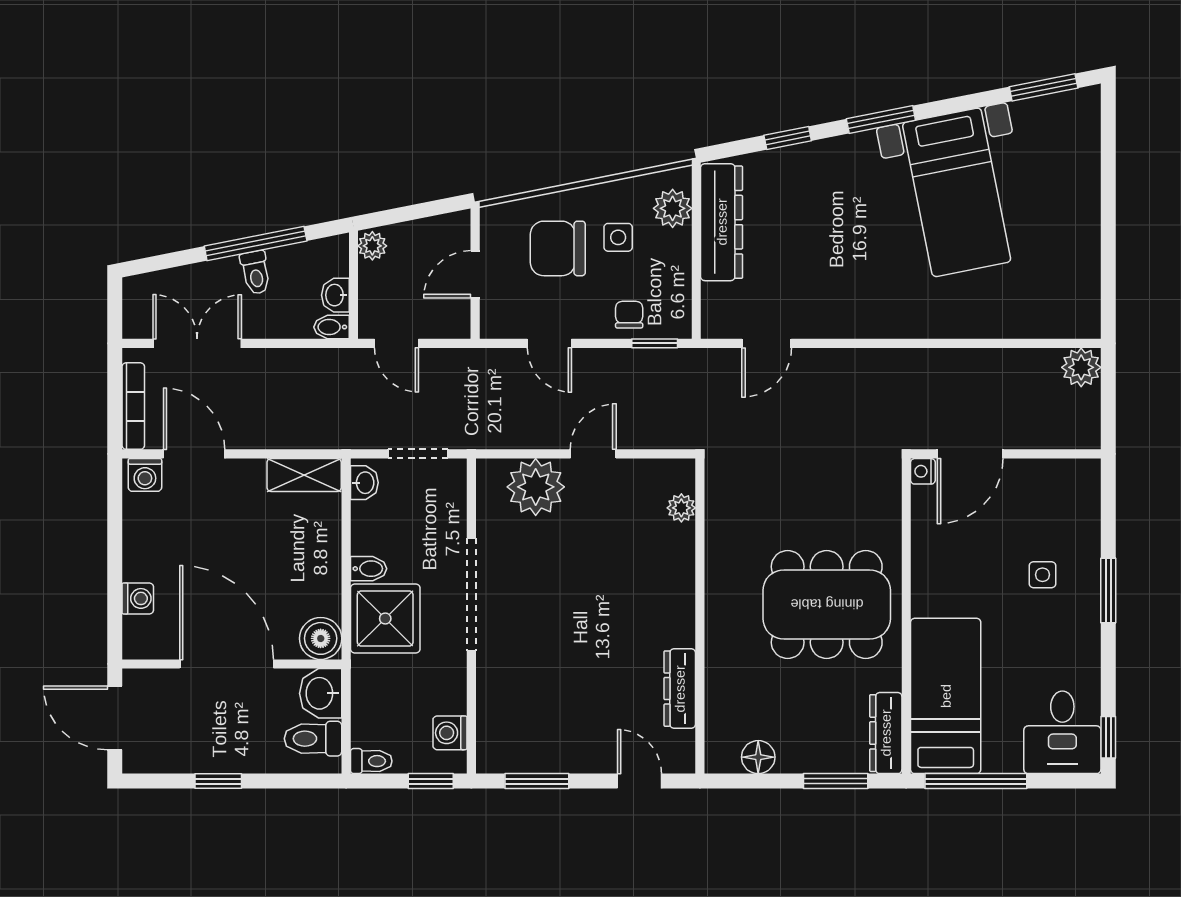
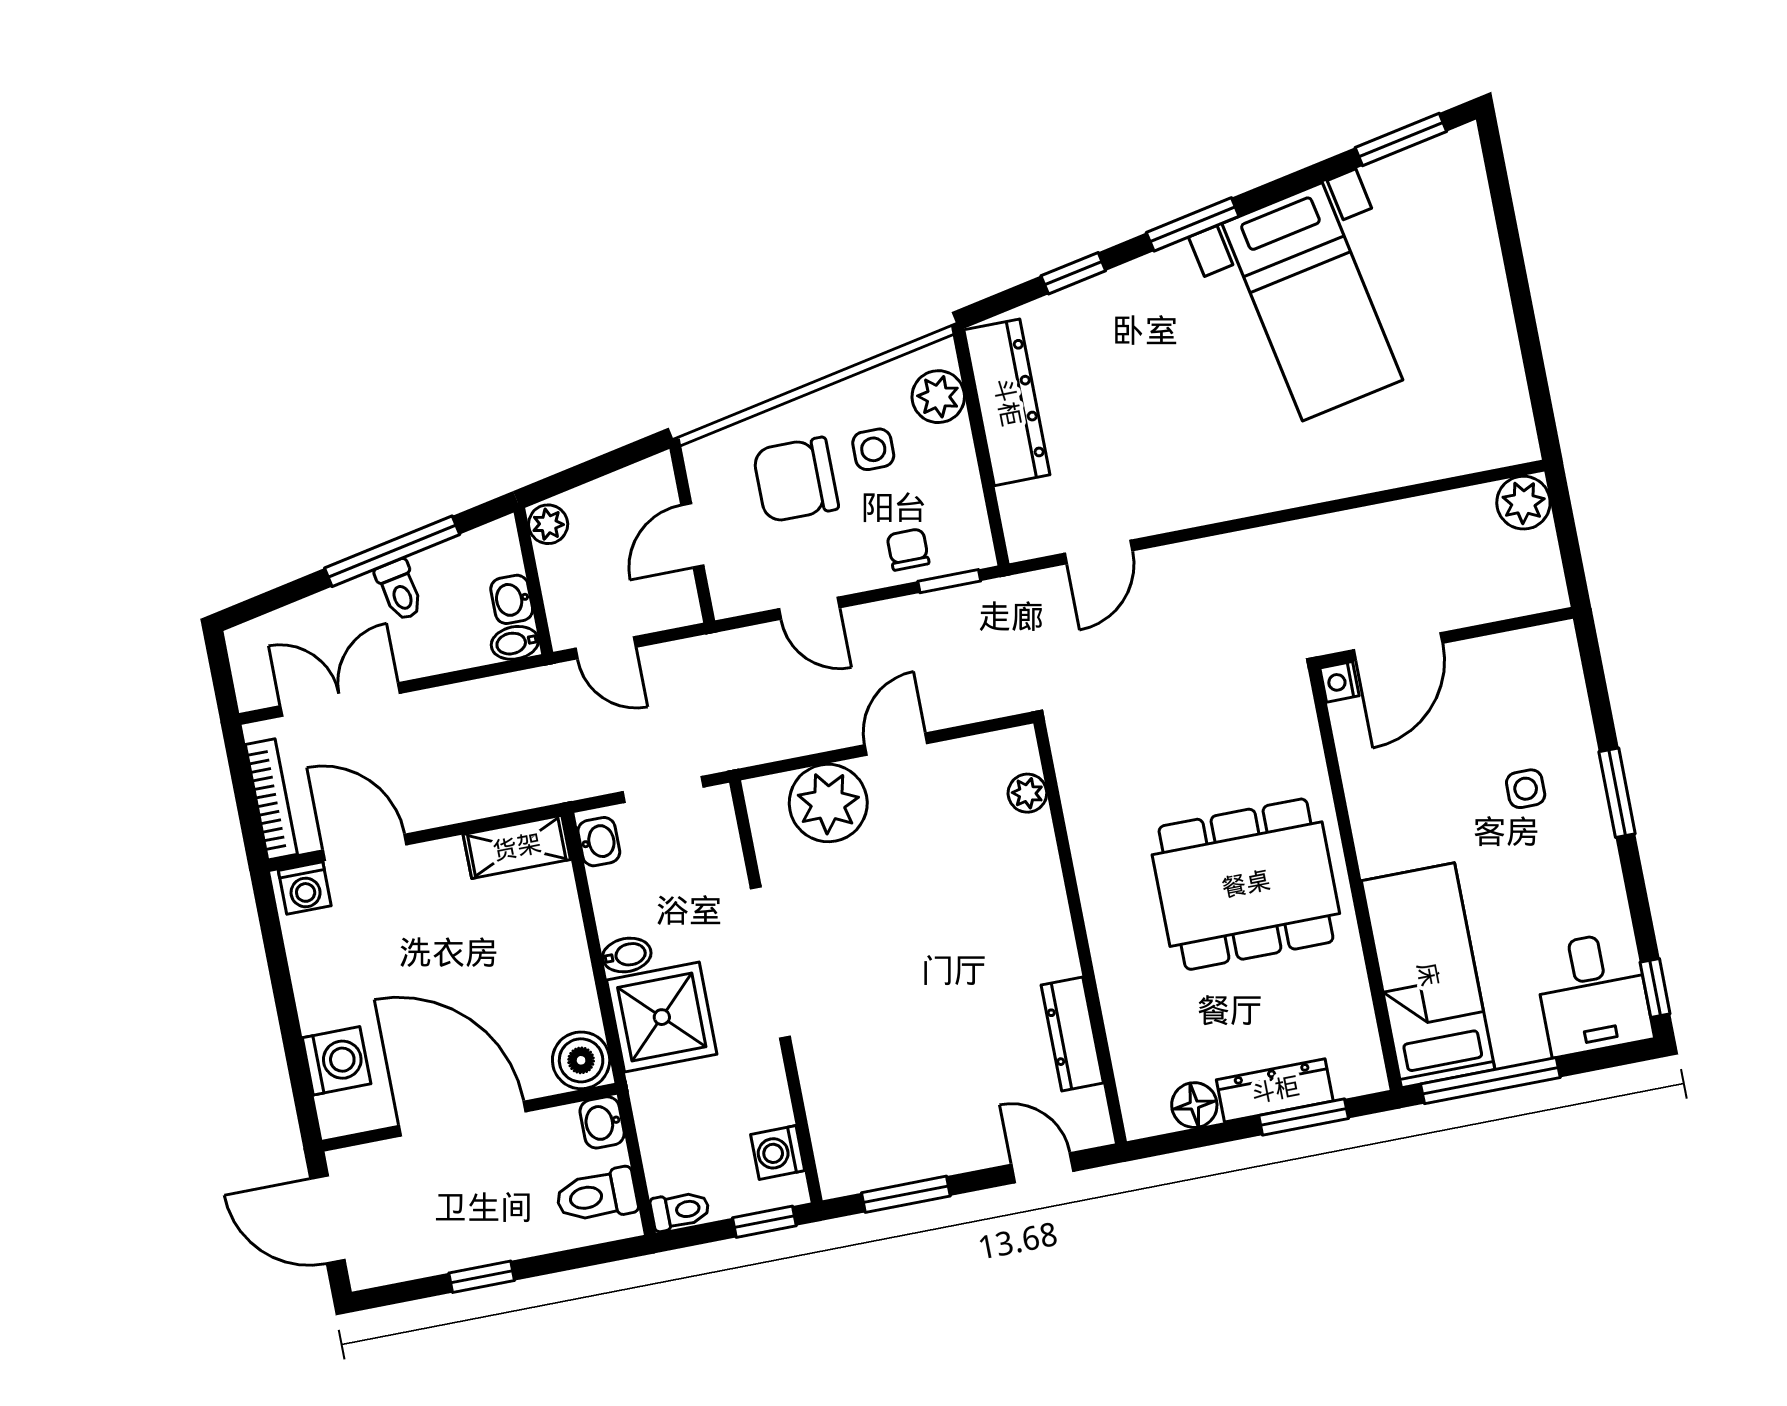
washing machine: (138, 598) -> (337, 1061), width x1.38, depth x1.38
washbasin: (321, 693) -> (602, 1122), width x0.72, depth x0.69
dresser: (886, 733) -> (1275, 1090), moved, turned 90

